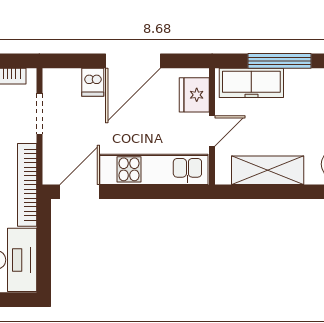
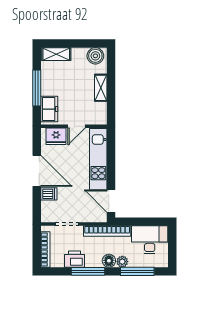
freezer: (251, 83) -> (49, 109), width x0.71
door: (212, 131) -> (76, 126), swing flipped
shelving: (268, 170) -> (101, 88), width x0.67, depth x0.75

